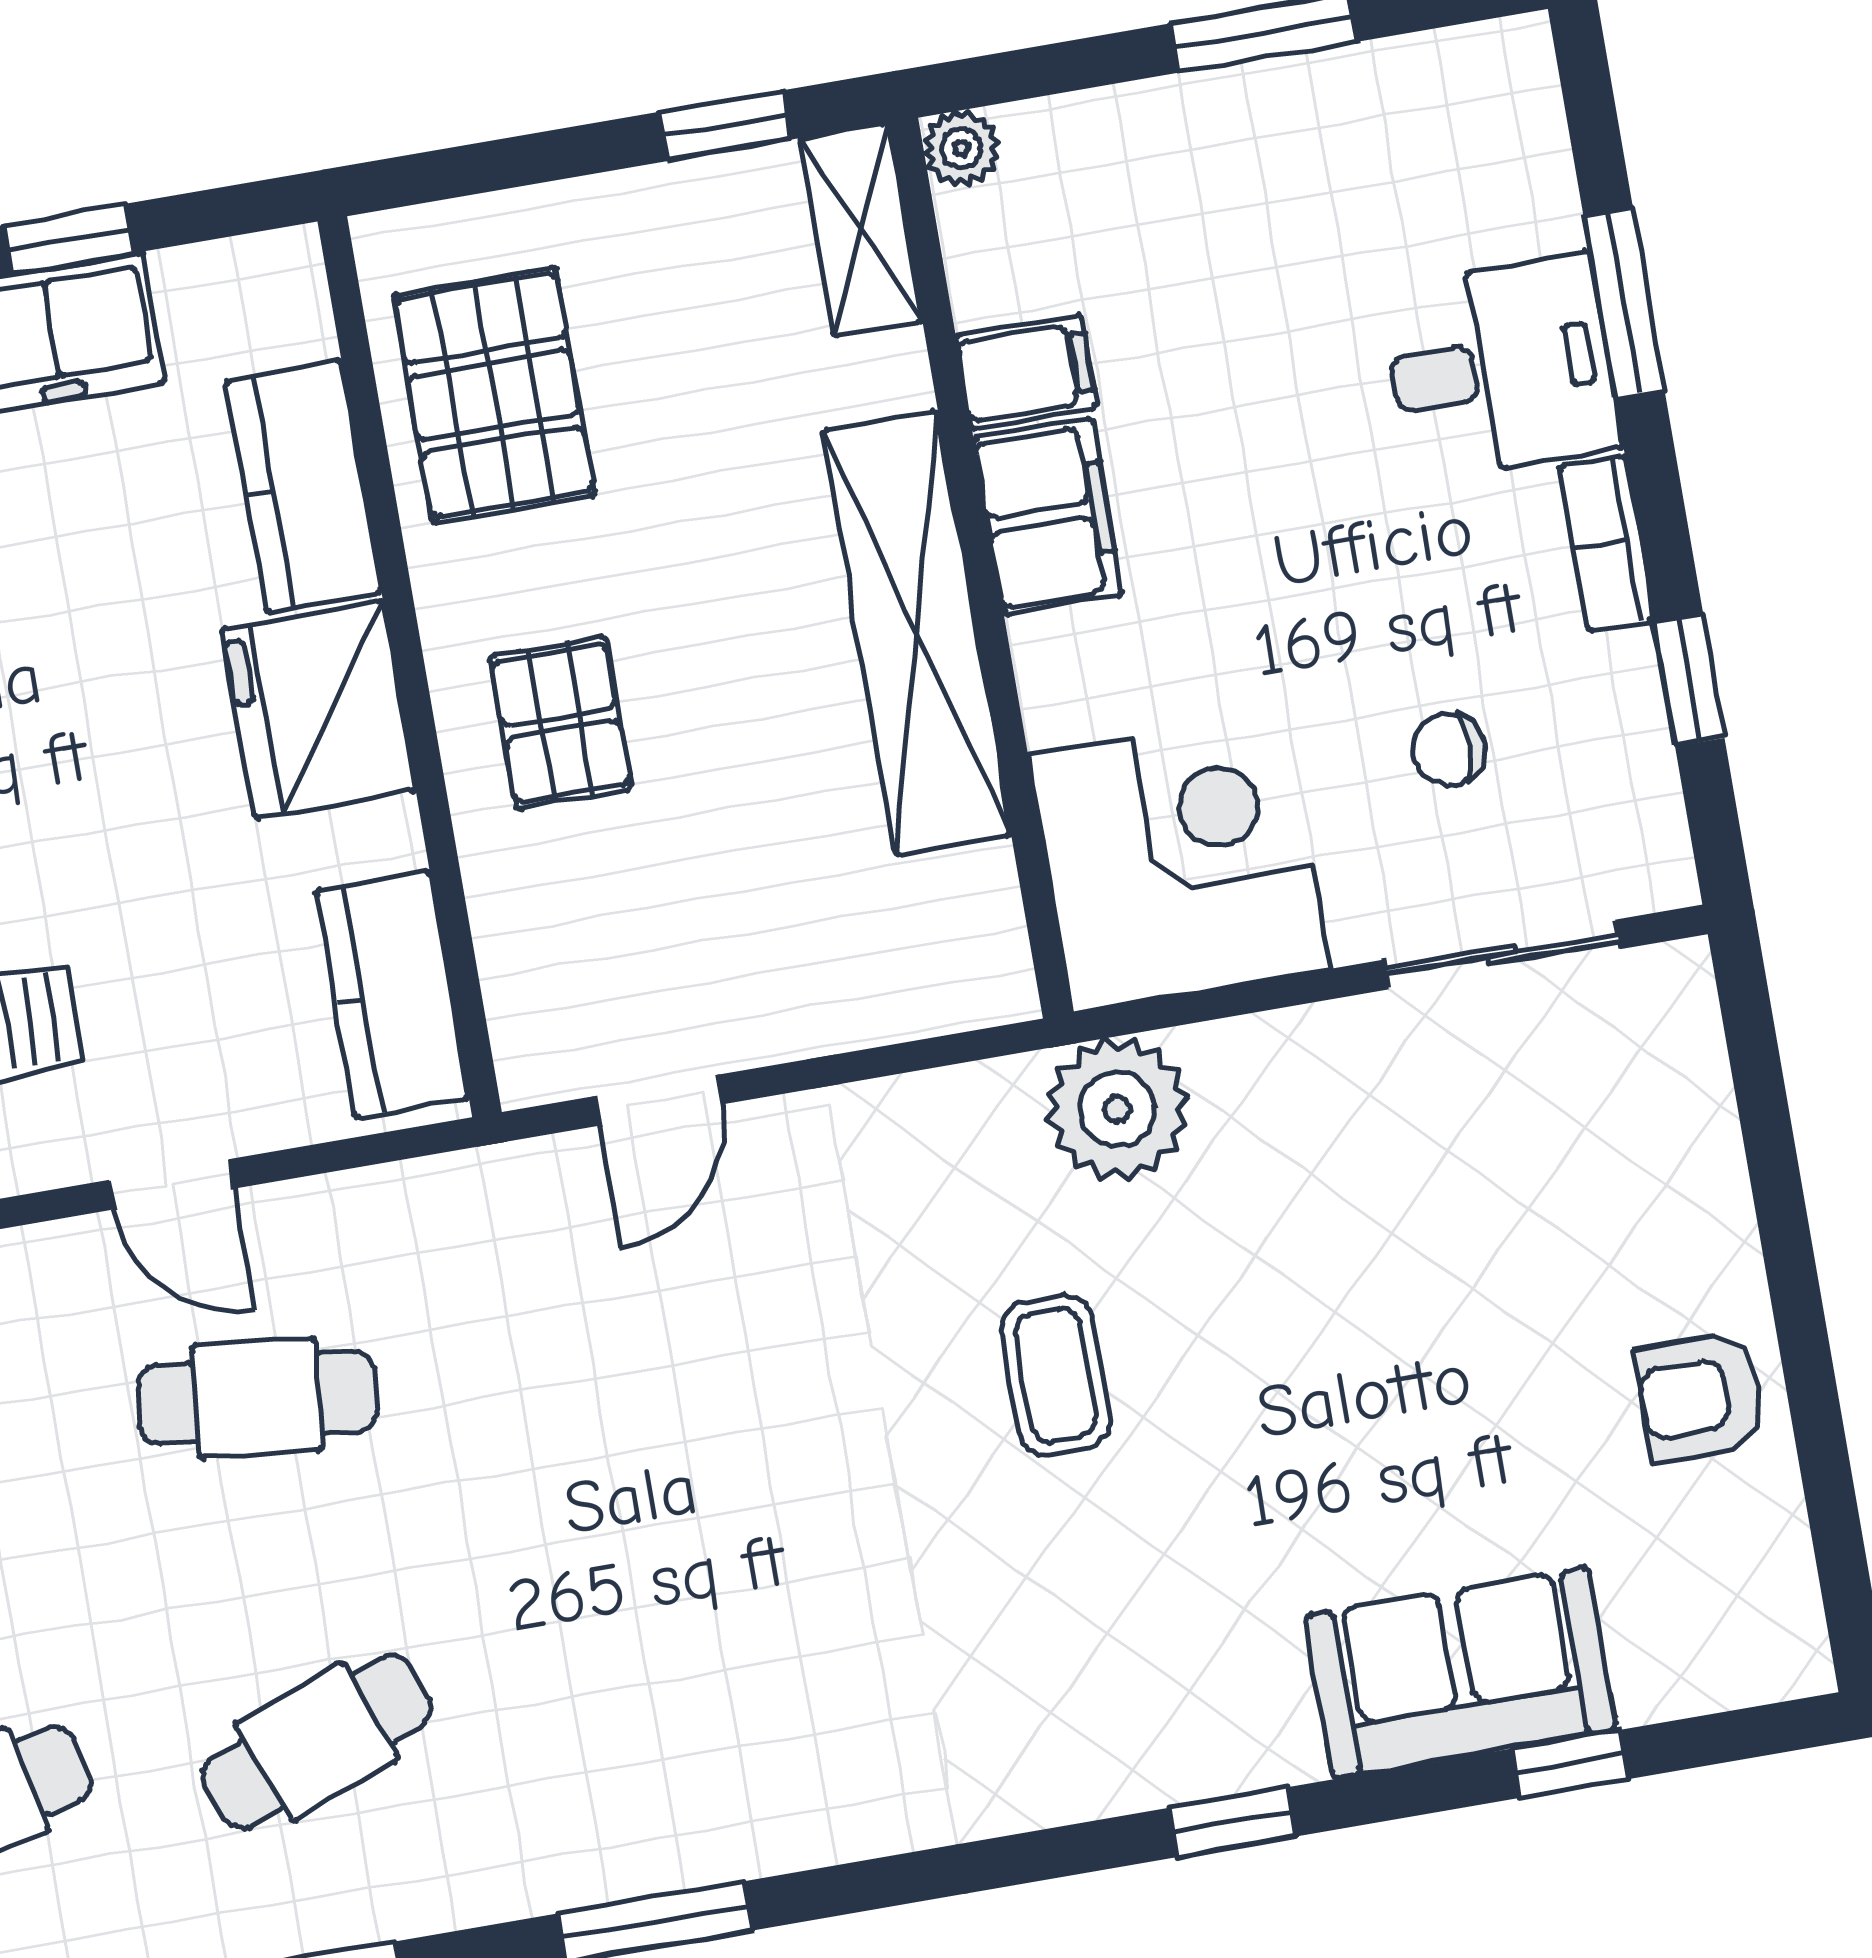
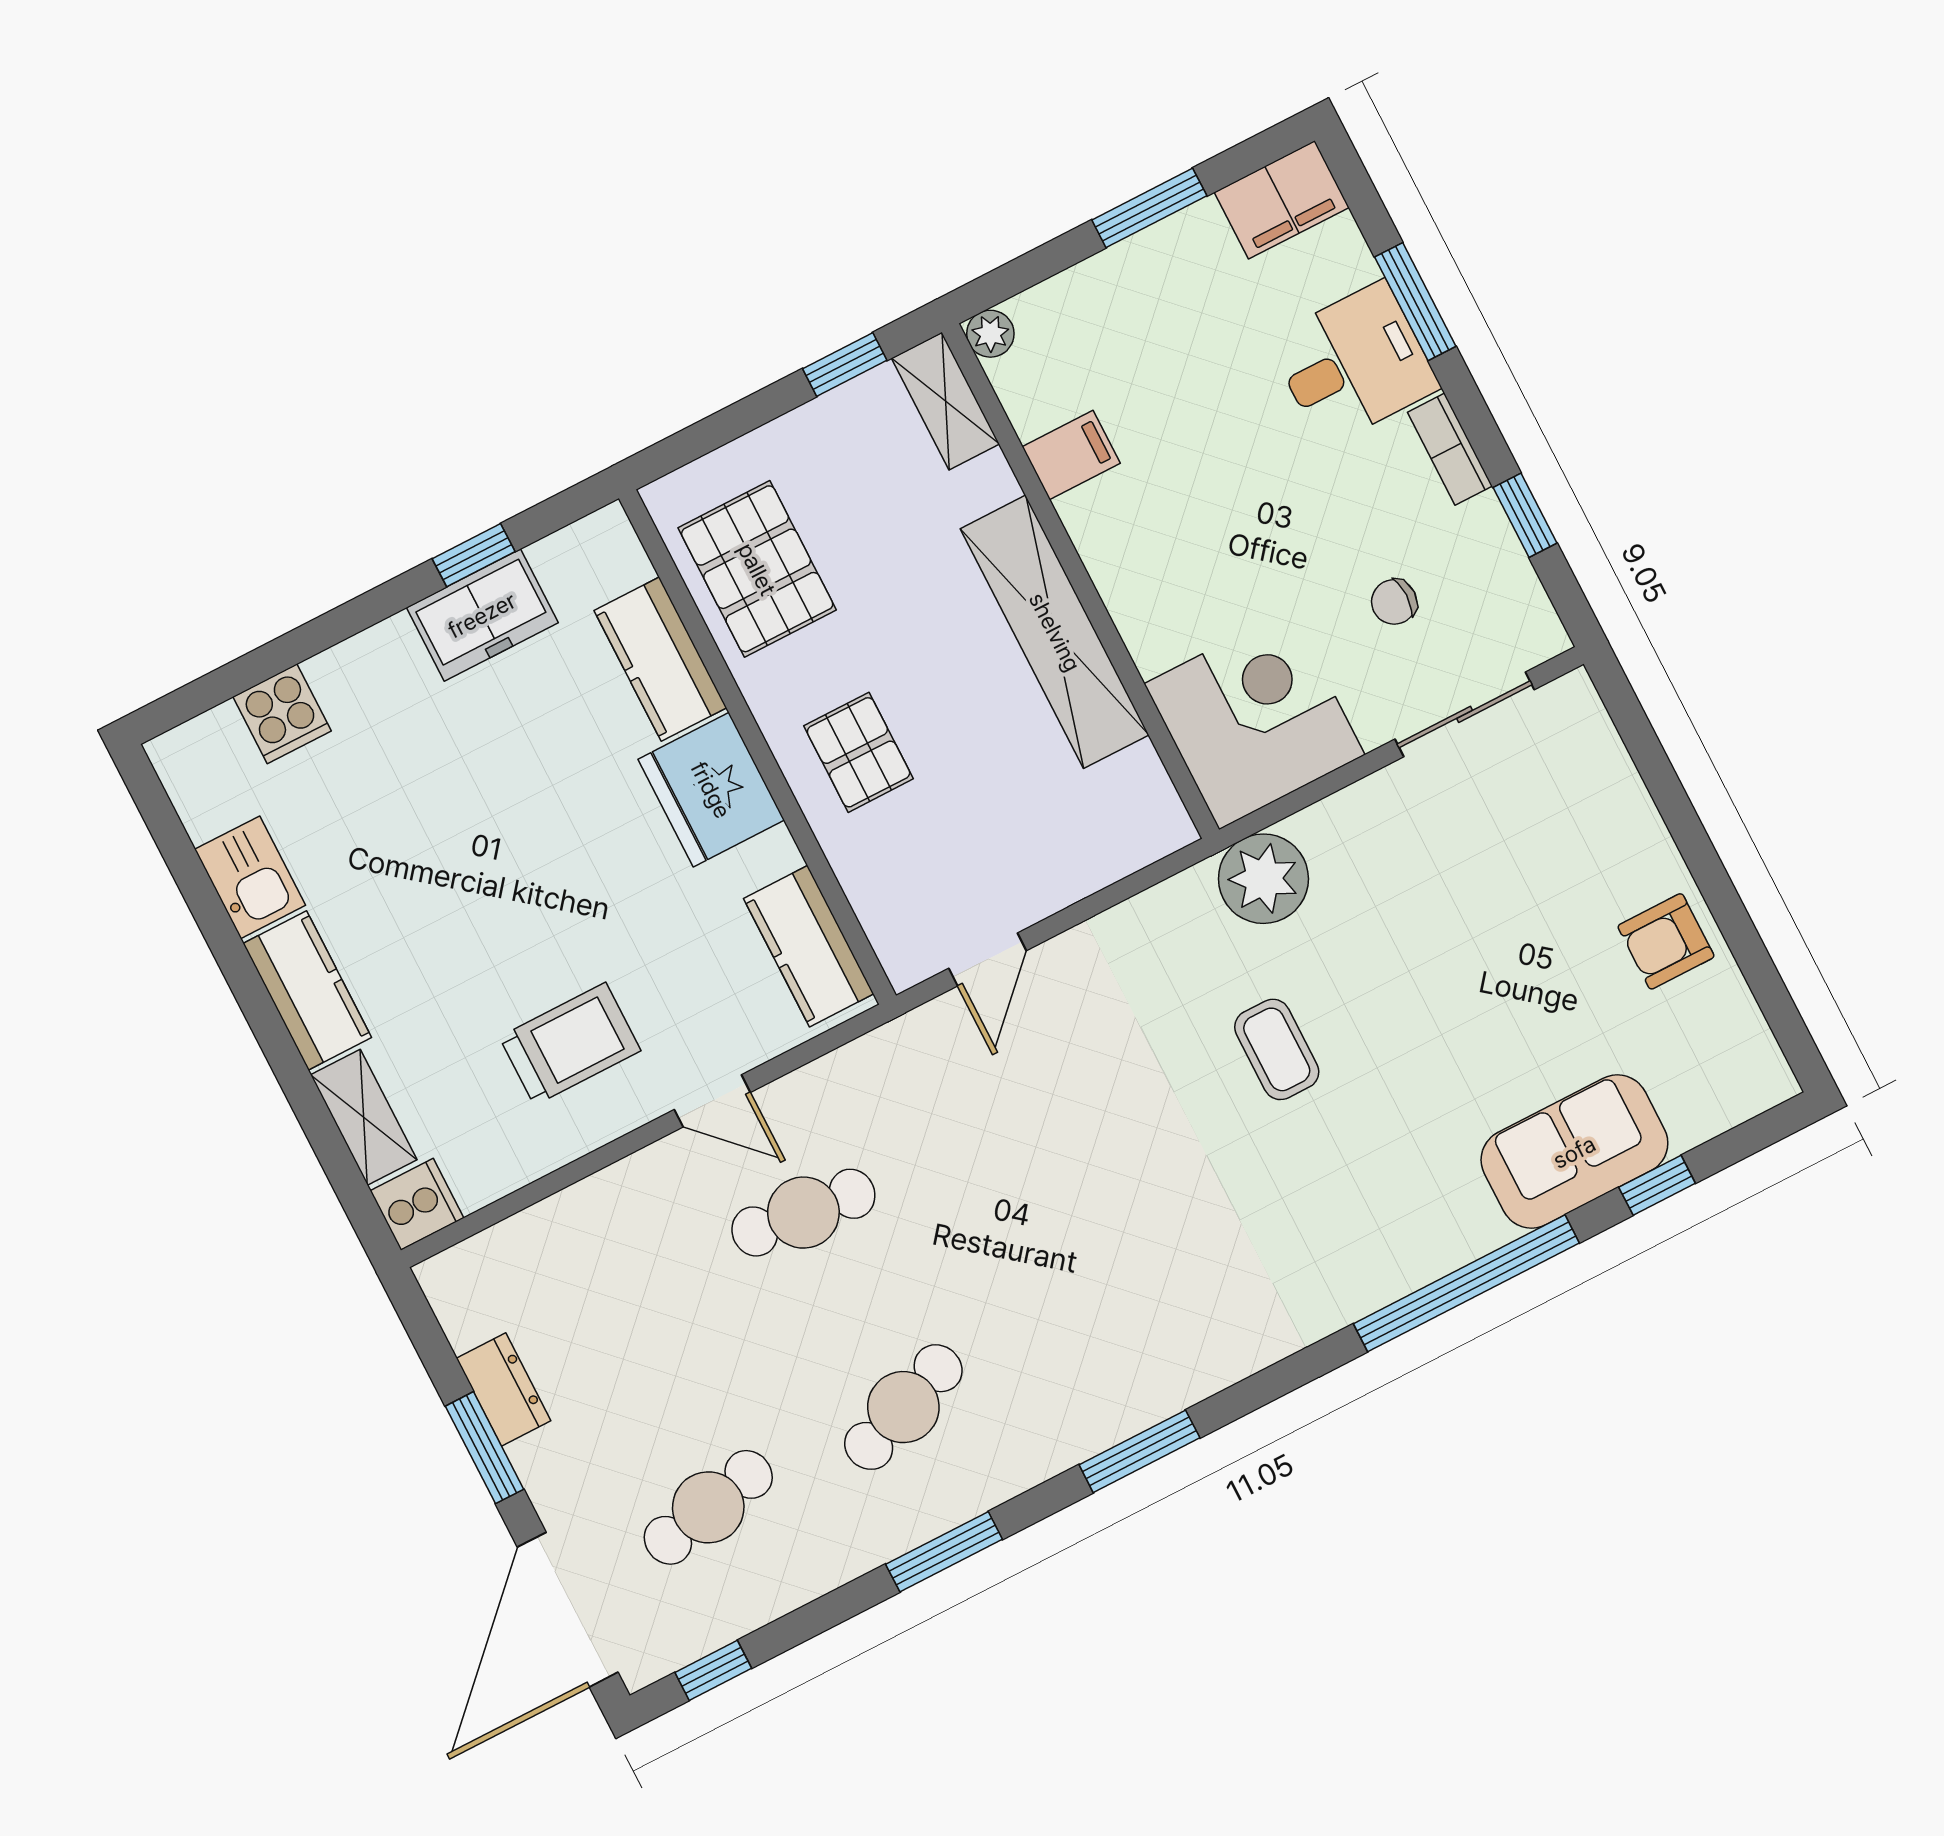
filing cabinet: (1048, 516) -> (1282, 200), moved, turned 90
window: (1233, 1822) -> (1466, 1283), width x3.17

